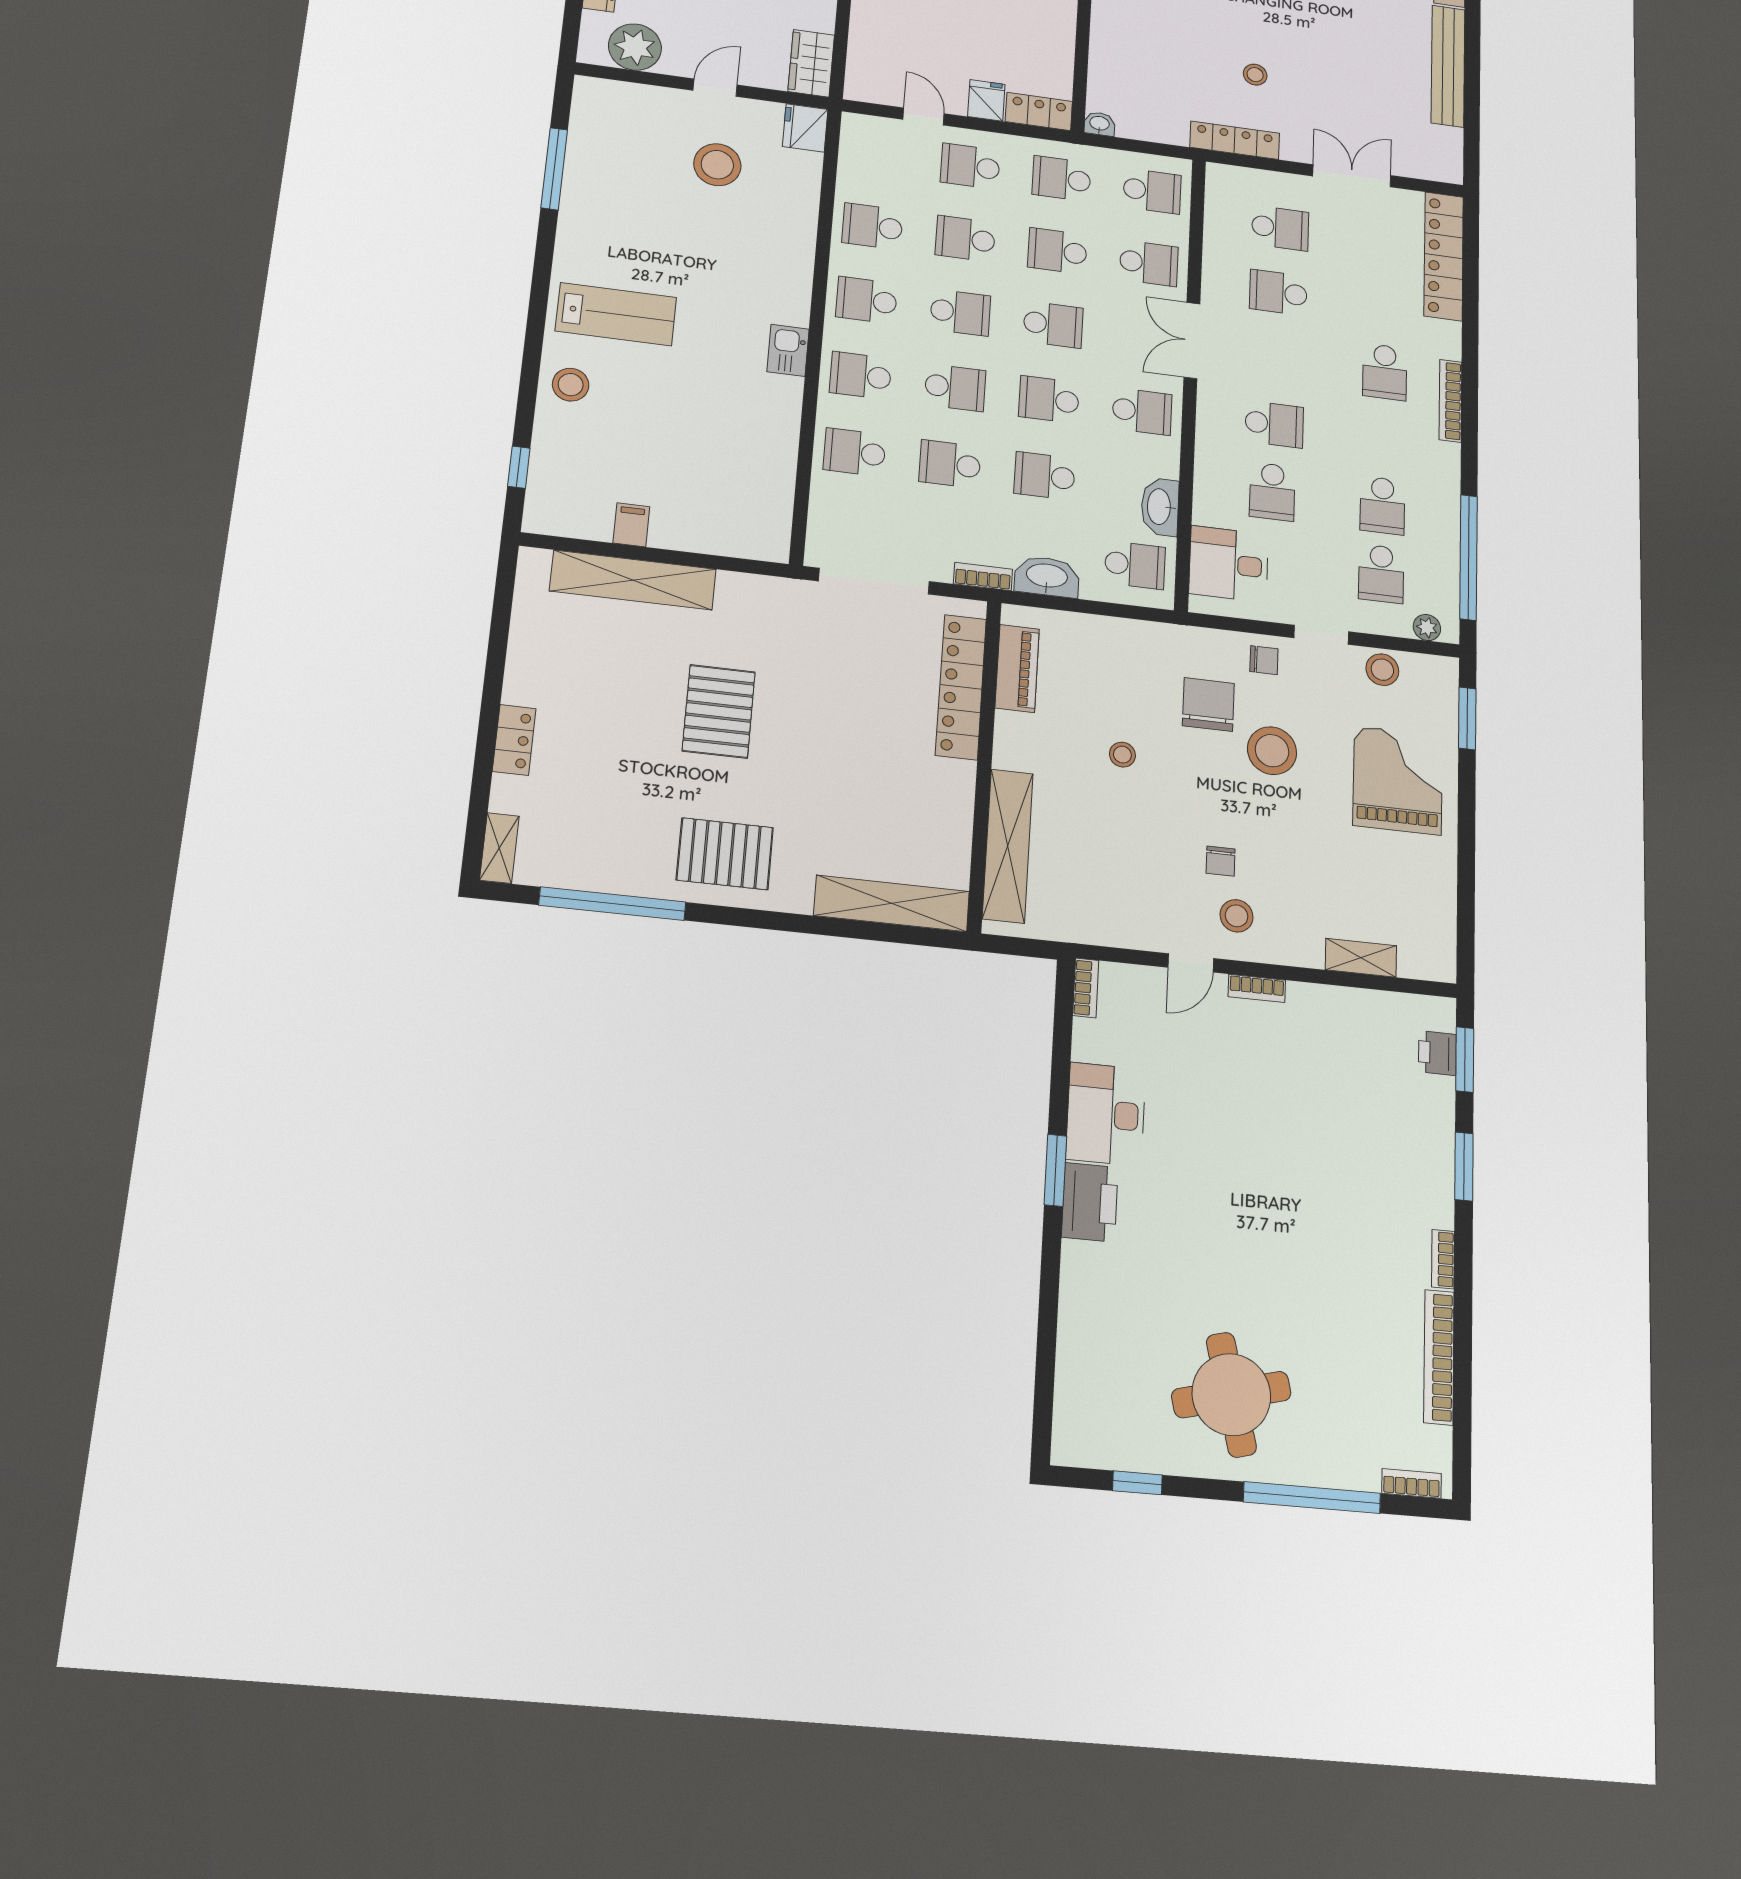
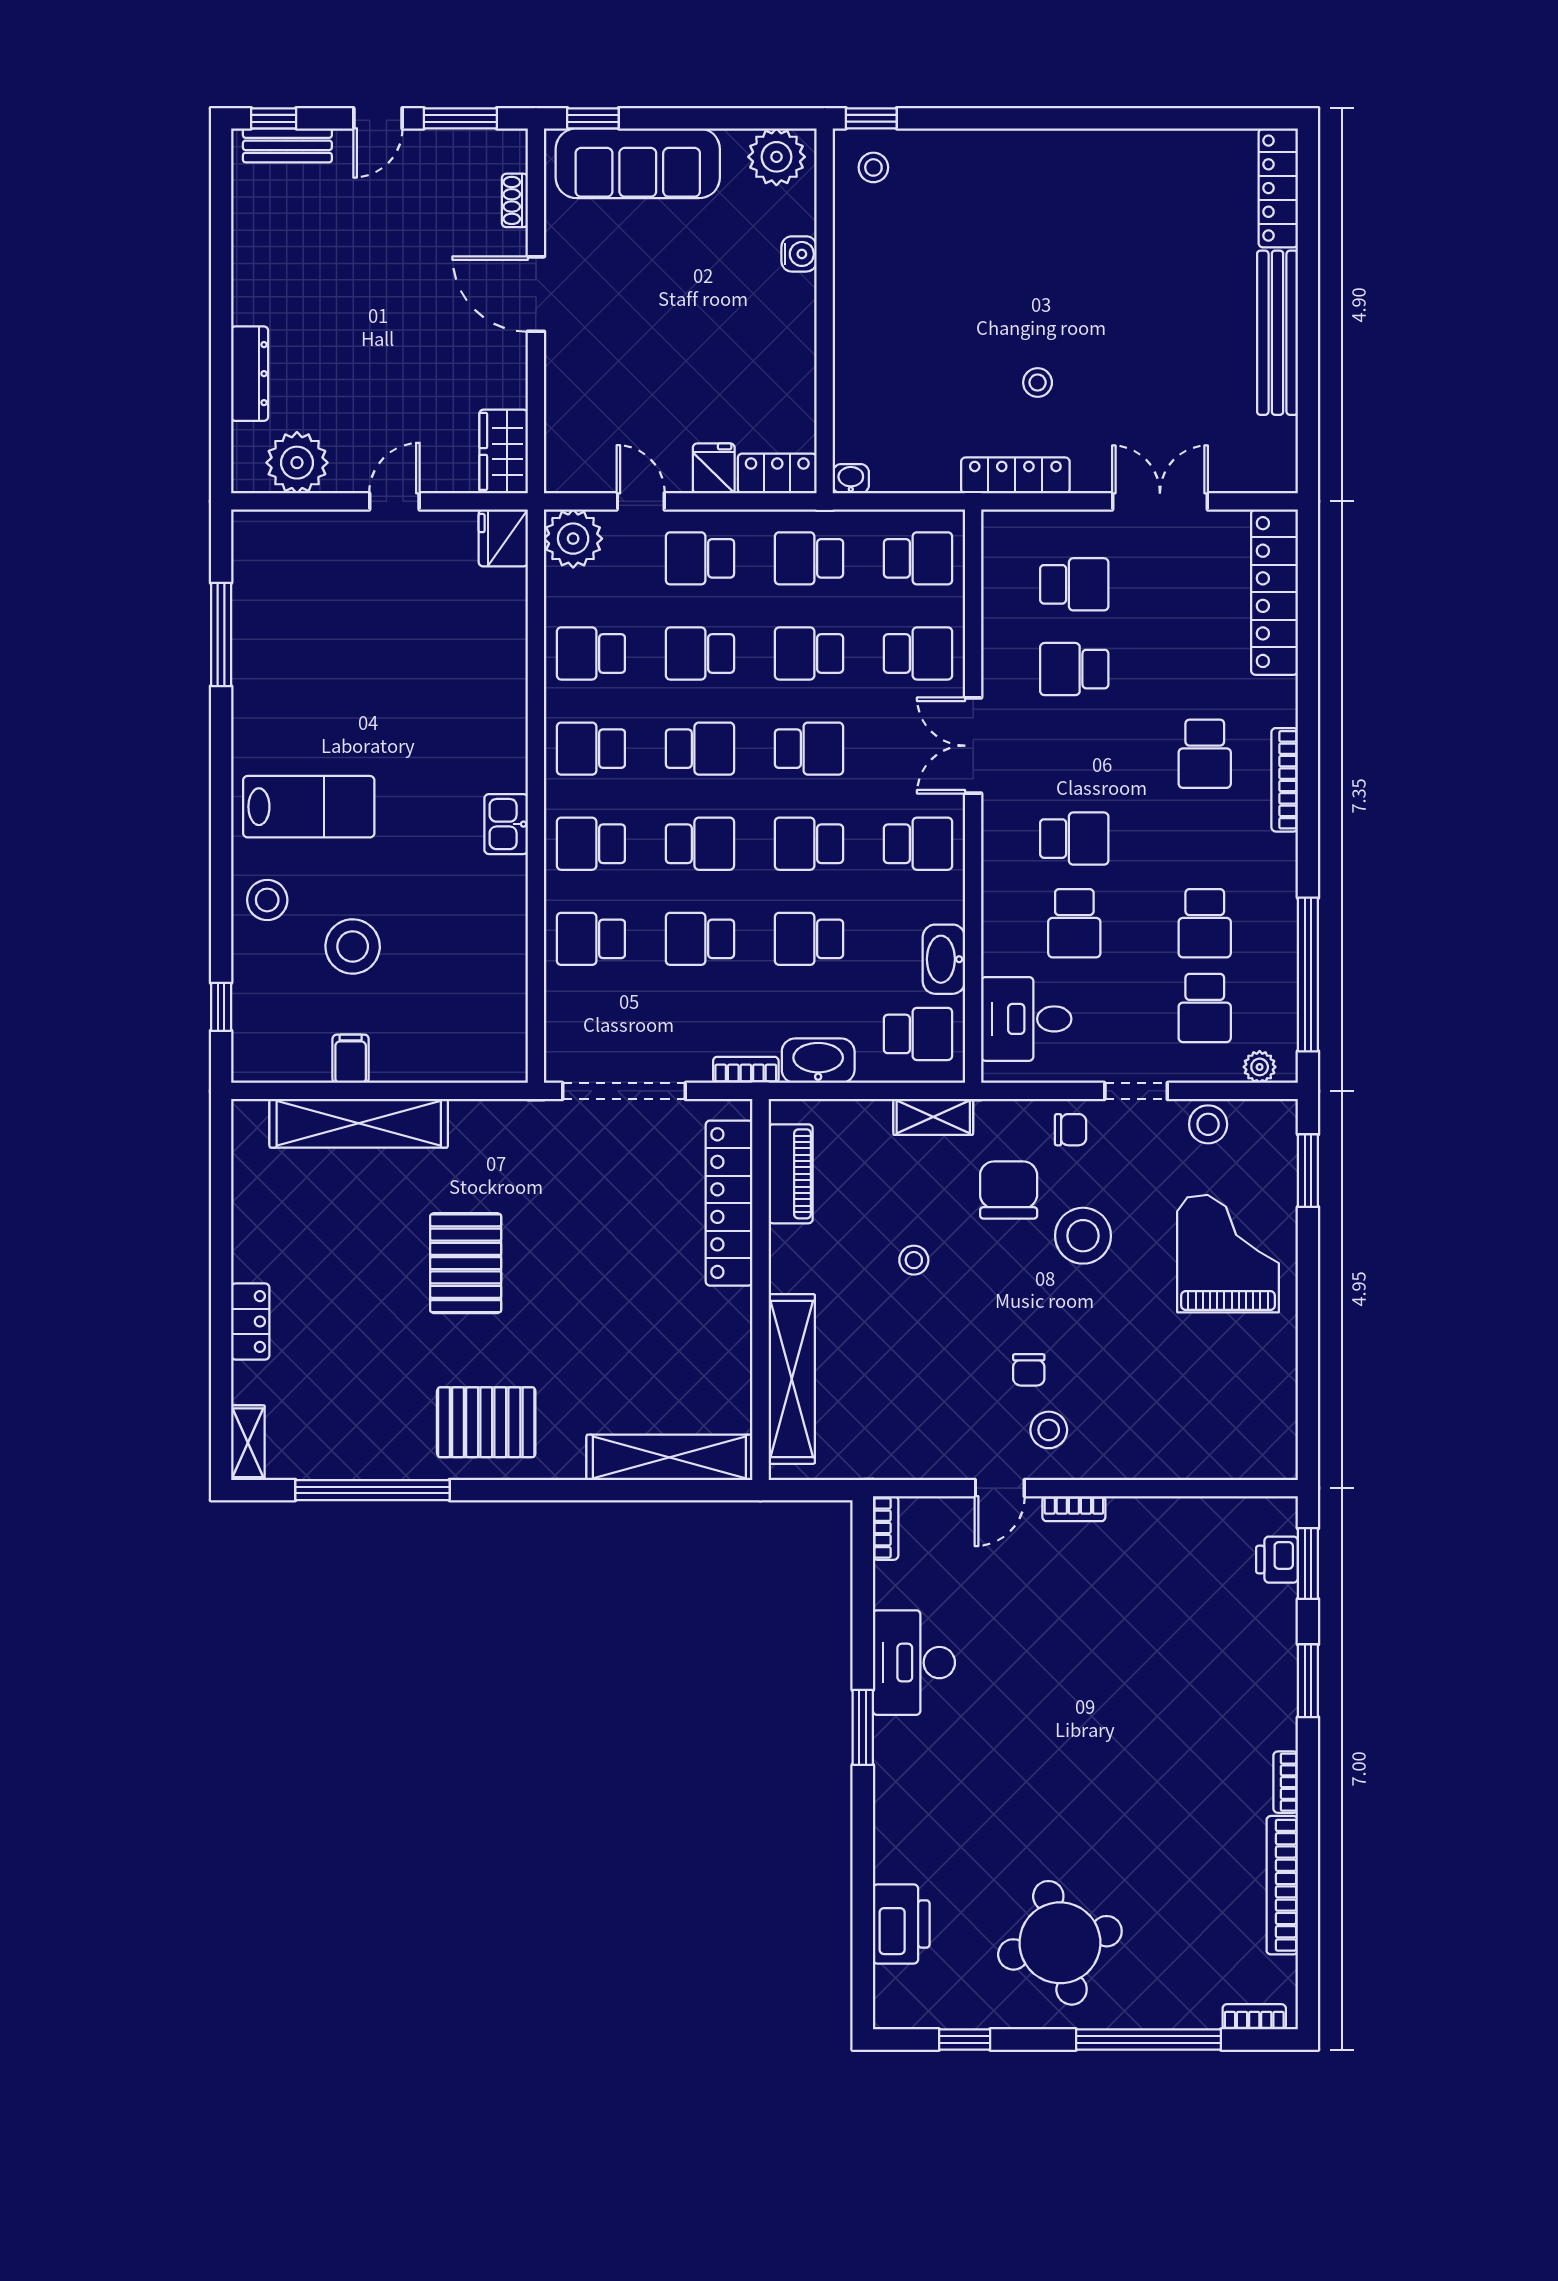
plant: (864, 137) -> (573, 539), added
stool: (717, 165) -> (353, 946), moved
shelving: (1361, 958) -> (933, 1117), moved
printer: (1090, 1202) -> (901, 1924), moved

